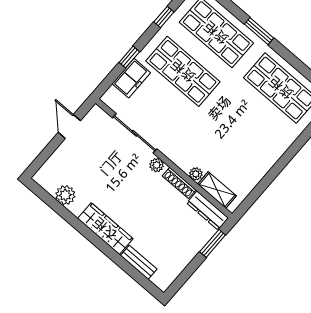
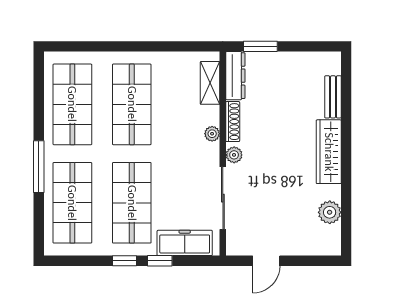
window: (164, 17) -> (125, 261), moved
window: (259, 31) -> (39, 167), width x1.44
freezer: (131, 78) -> (185, 243), width x1.40
shop shelf: (247, 127) -> (132, 104), added
plant: (196, 174) -> (212, 134), moved

